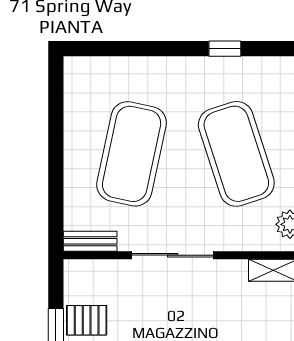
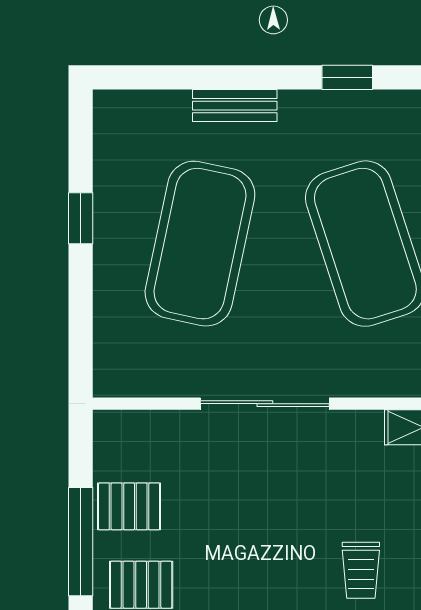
window: (56, 138) -> (81, 218), added
bench: (90, 241) -> (235, 106), moved

